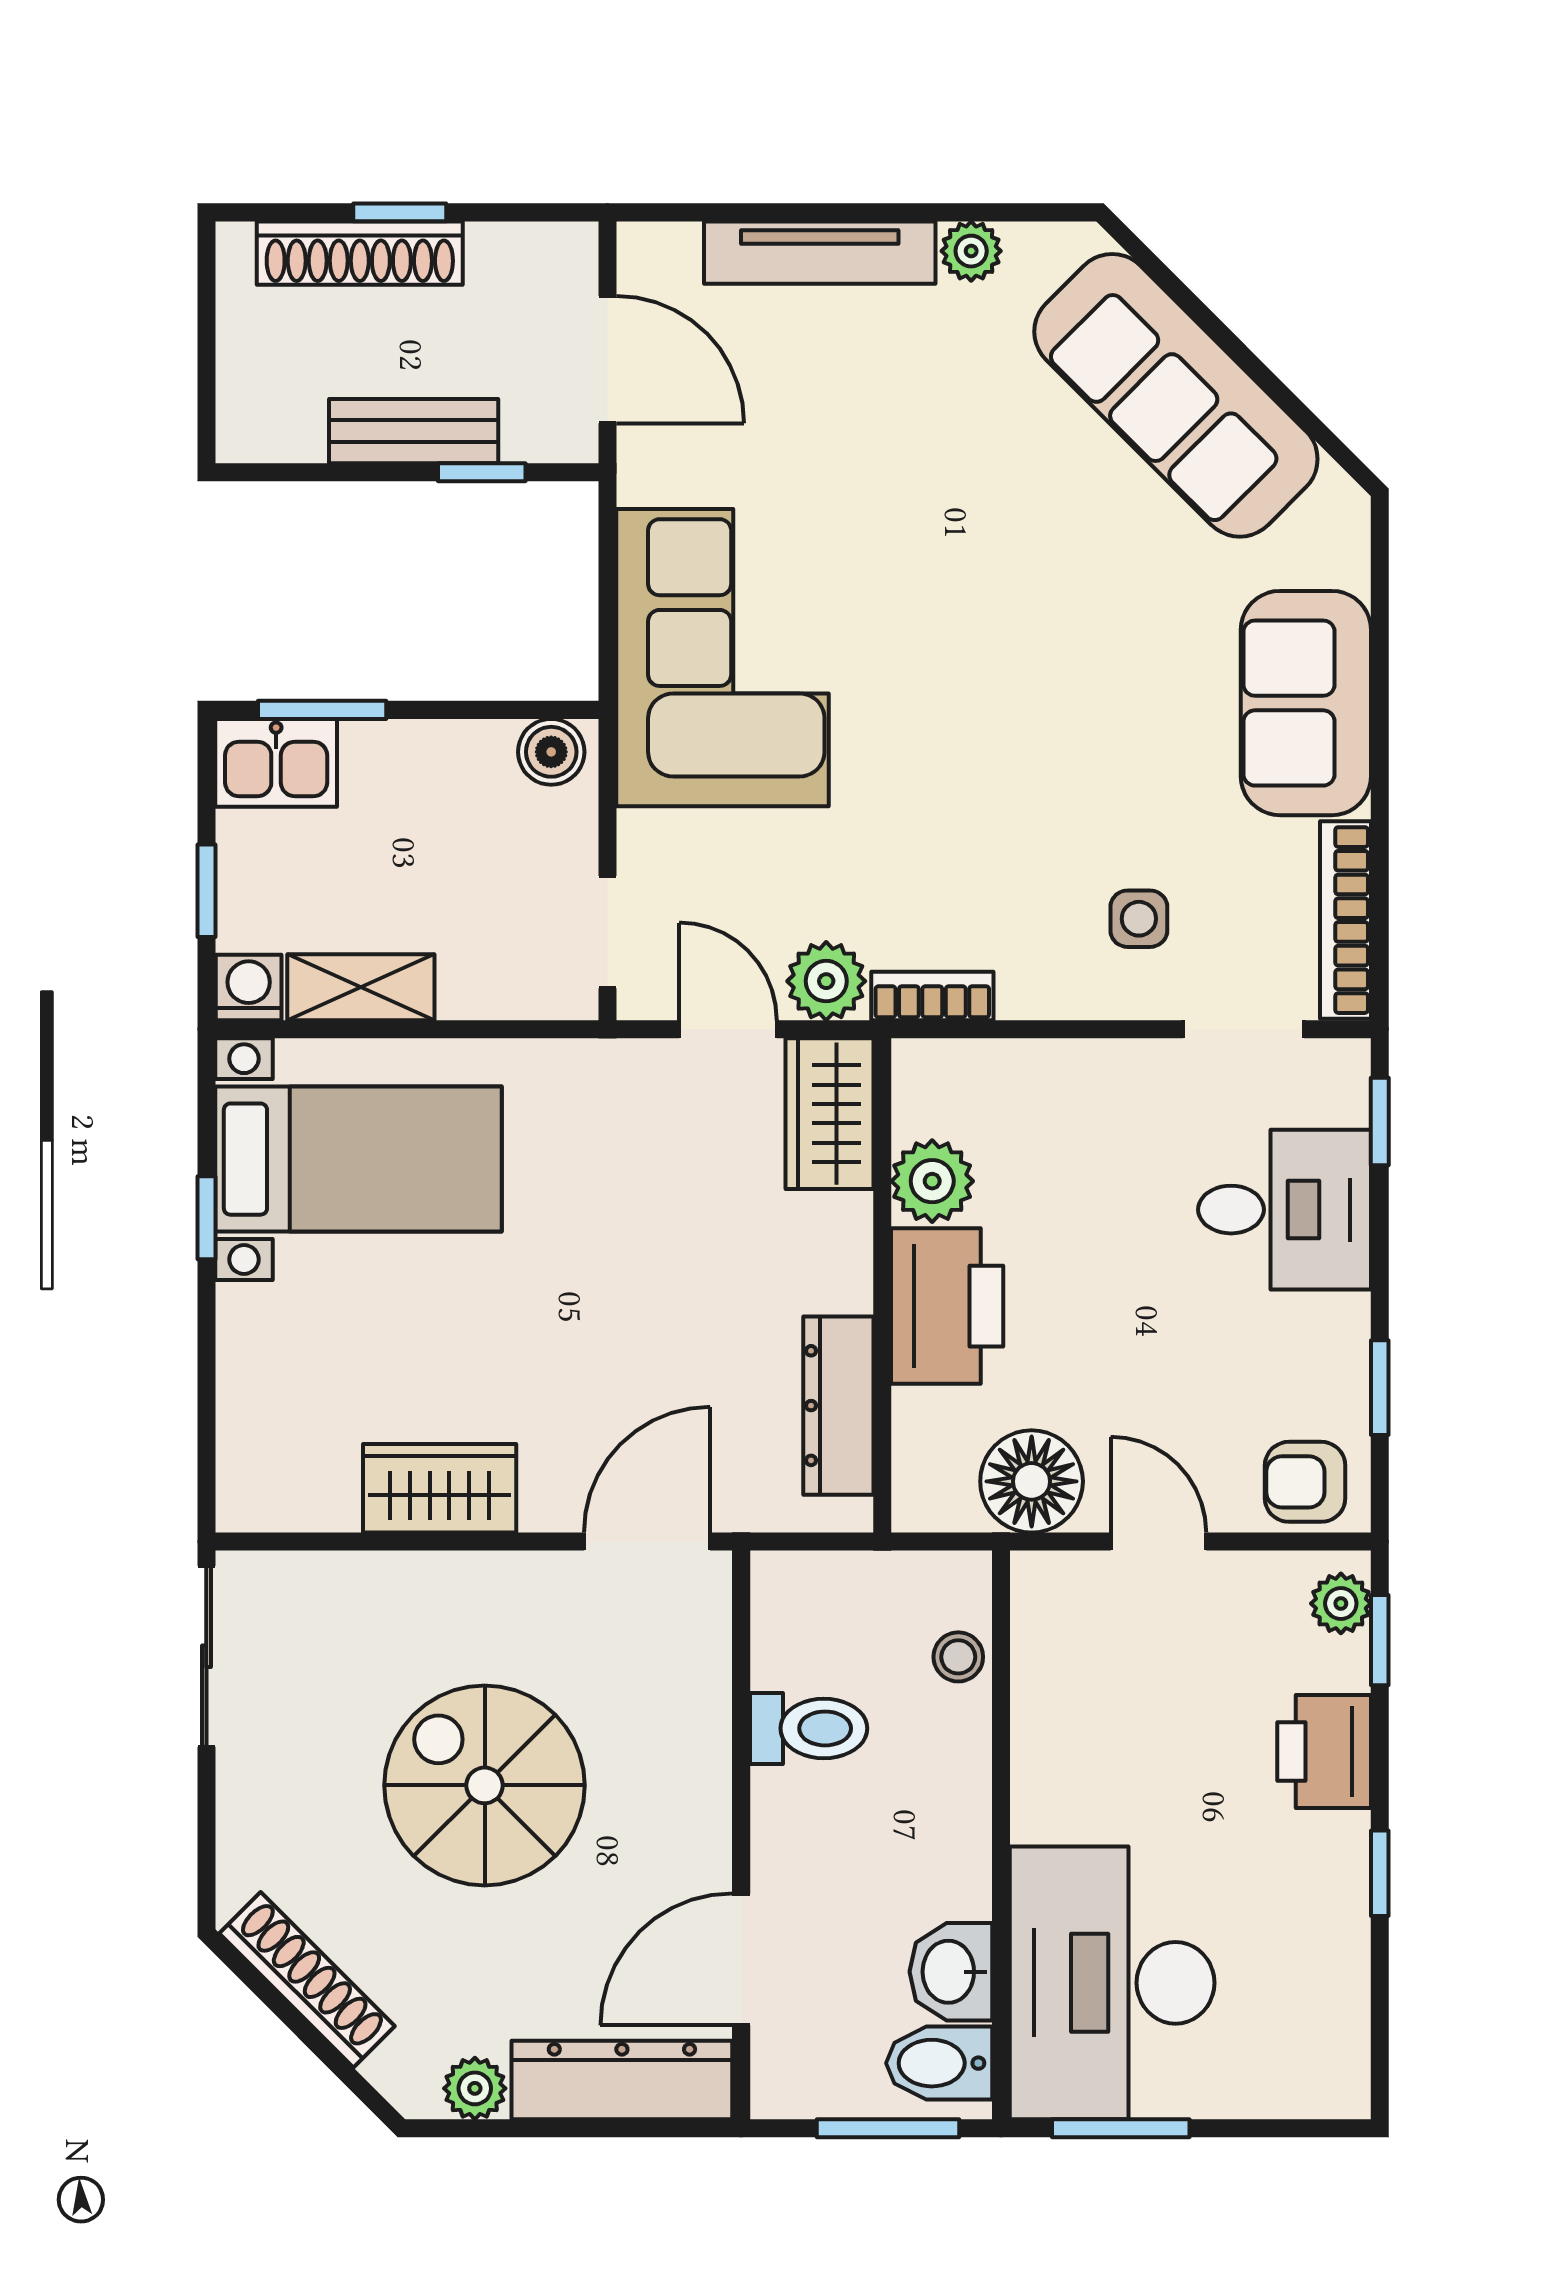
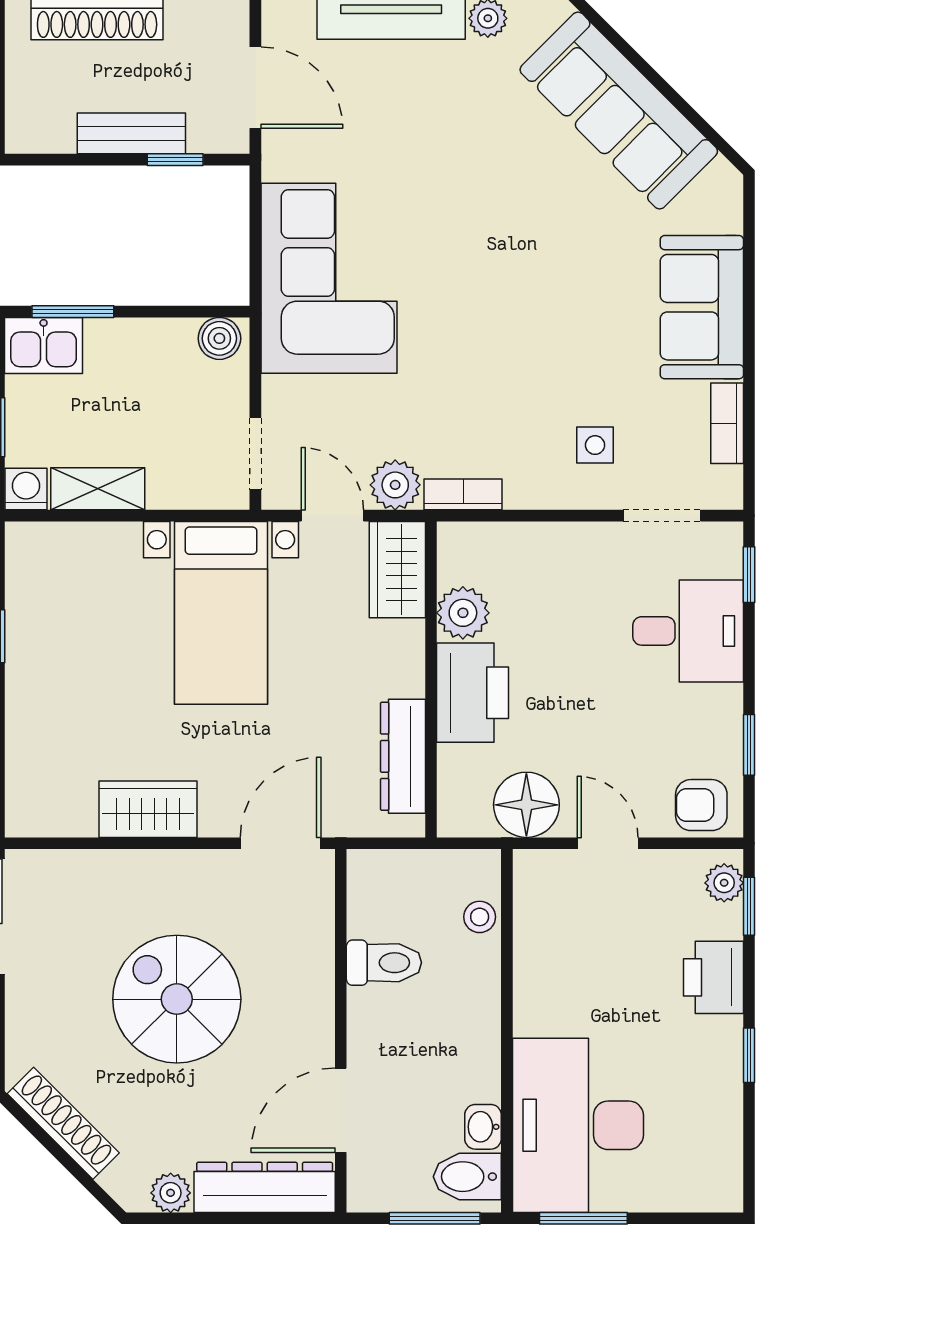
bookcase: (1346, 920) -> (727, 423), width x0.64
bed with nightstands: (359, 1159) -> (221, 613), moved, turned 90
washbasin: (951, 1972) -> (483, 1127), width x0.72, depth x0.69

